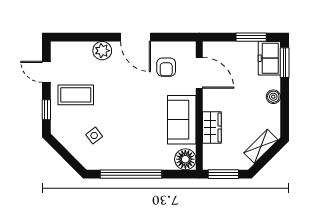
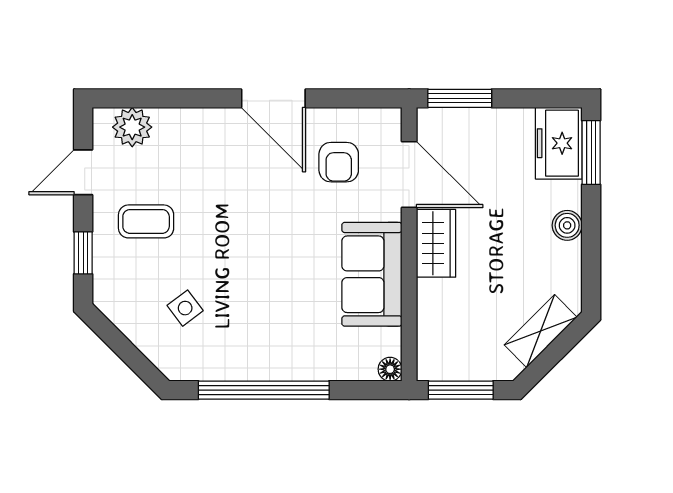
window: (251, 37) -> (460, 98), moved
plant: (102, 51) -> (132, 127), moved
door: (46, 72) -> (83, 172), hinge flipped
coffee table: (76, 95) -> (146, 221), width x0.73, depth x0.77
wardrobe: (212, 127) -> (436, 243), moved
floor lamp: (185, 159) -> (390, 369), width x0.53, depth x0.53

